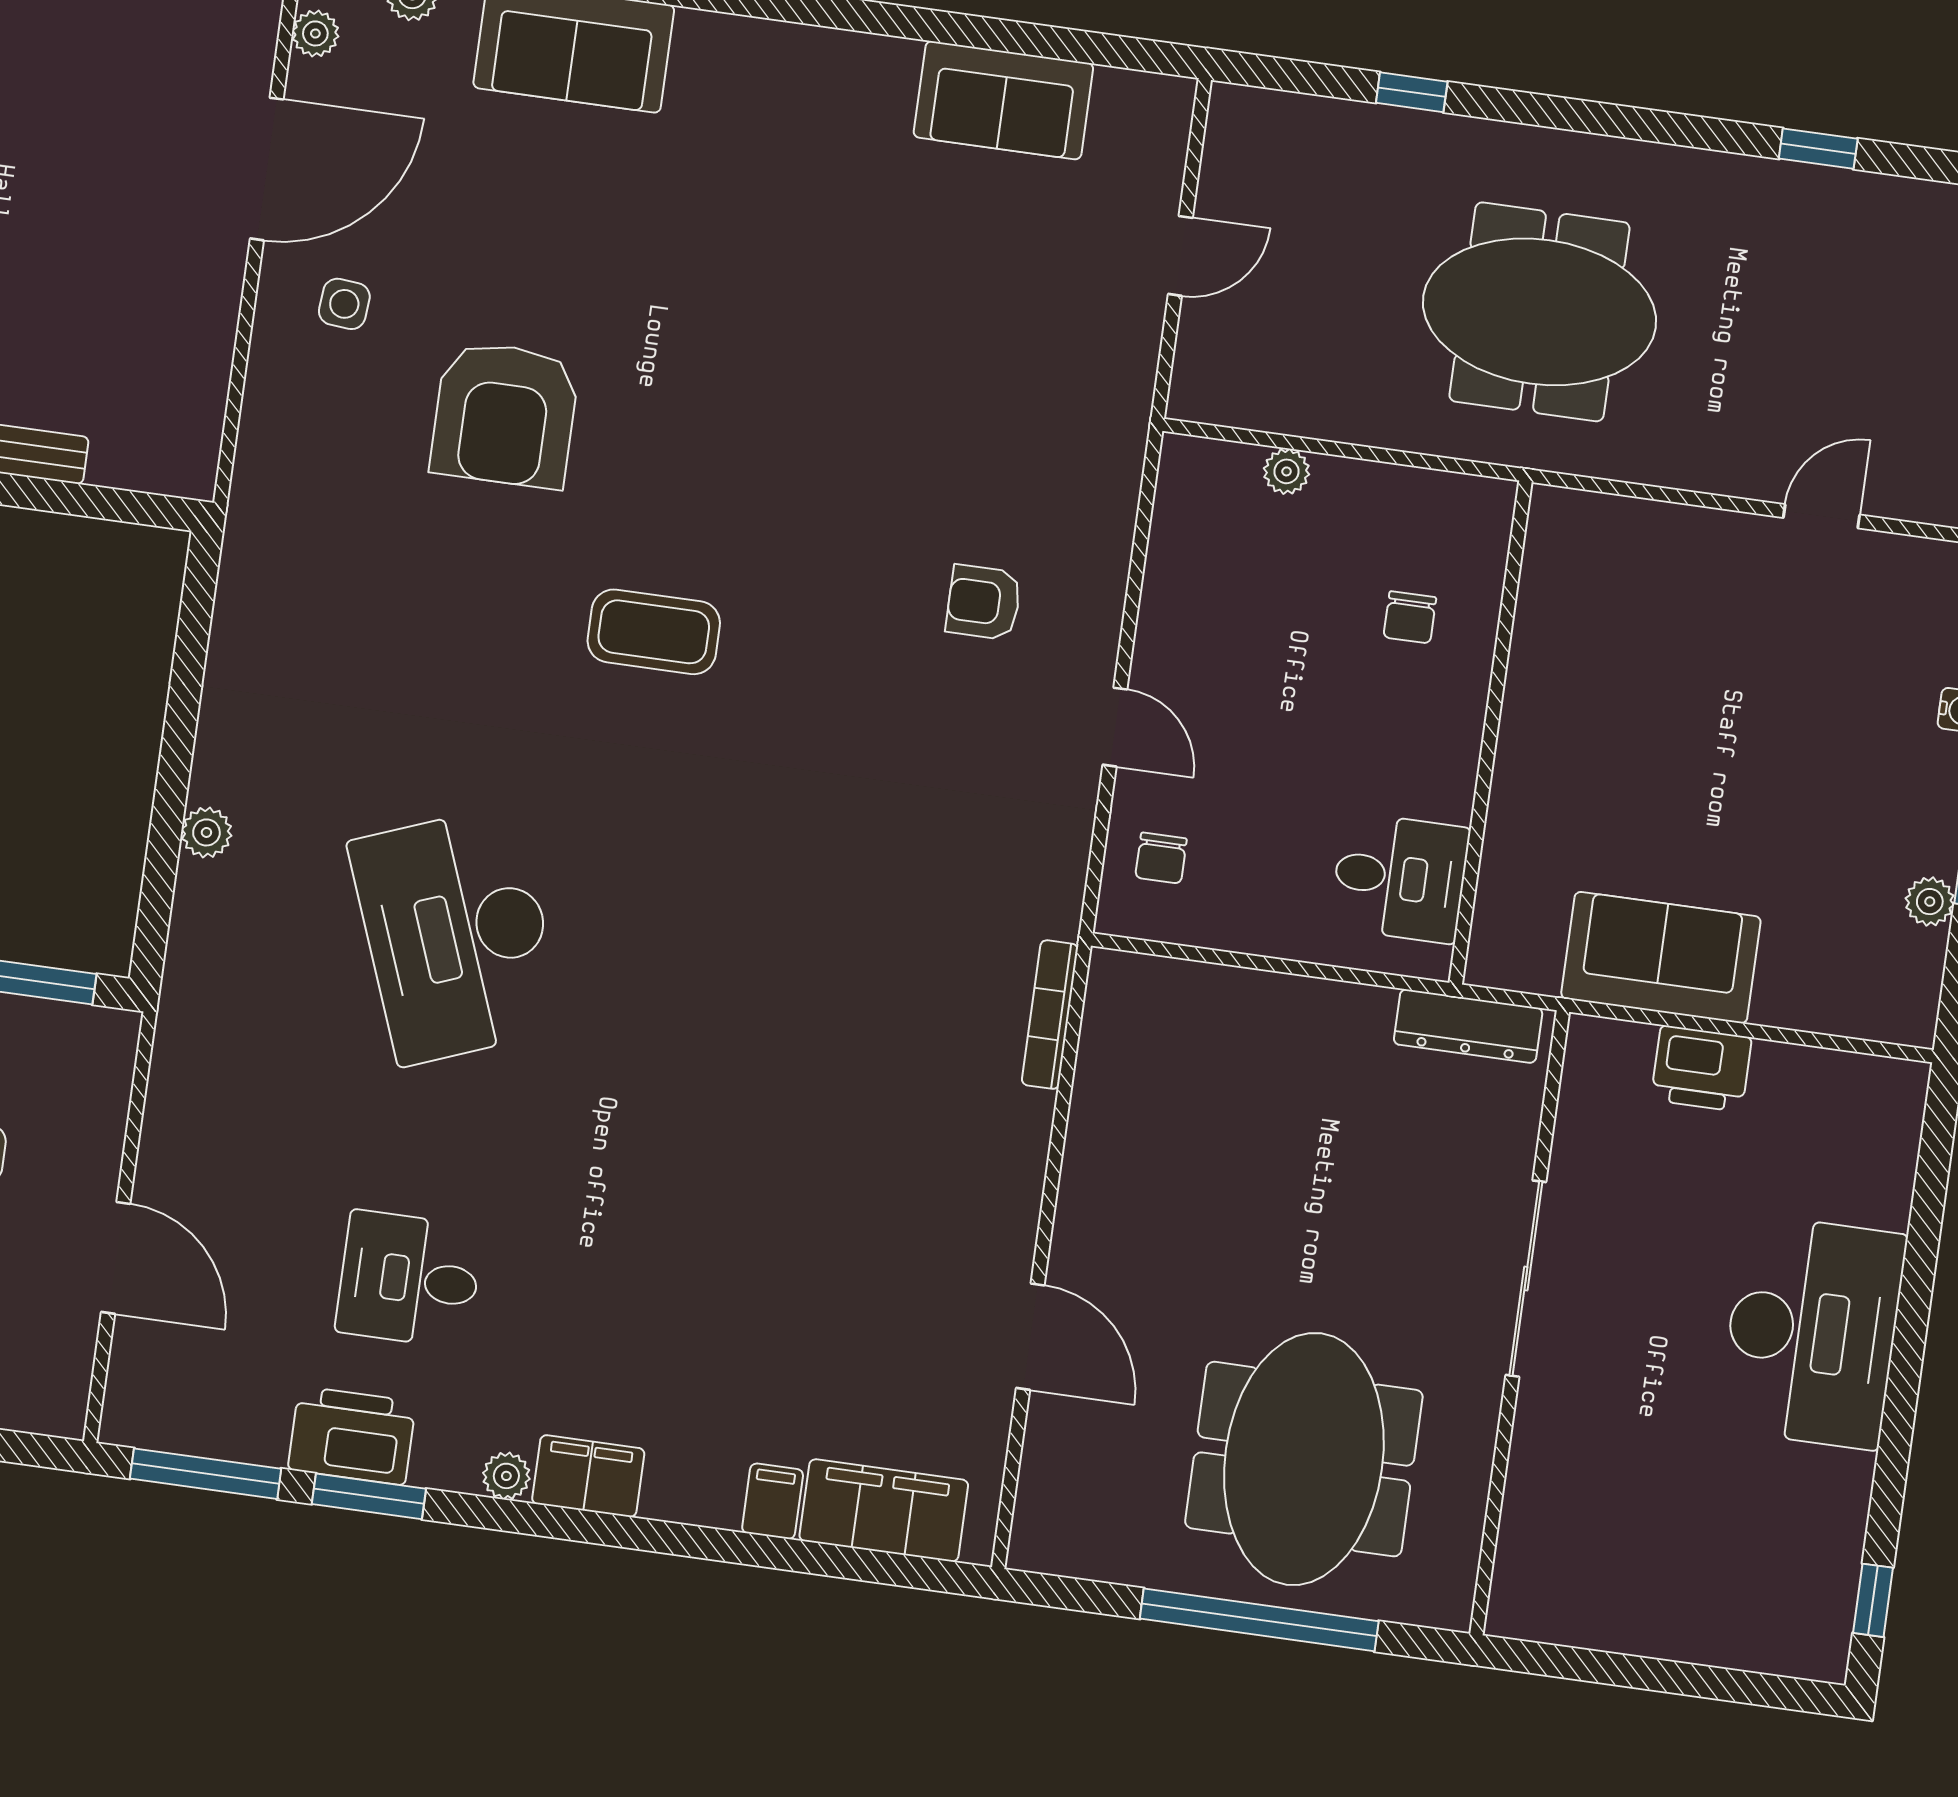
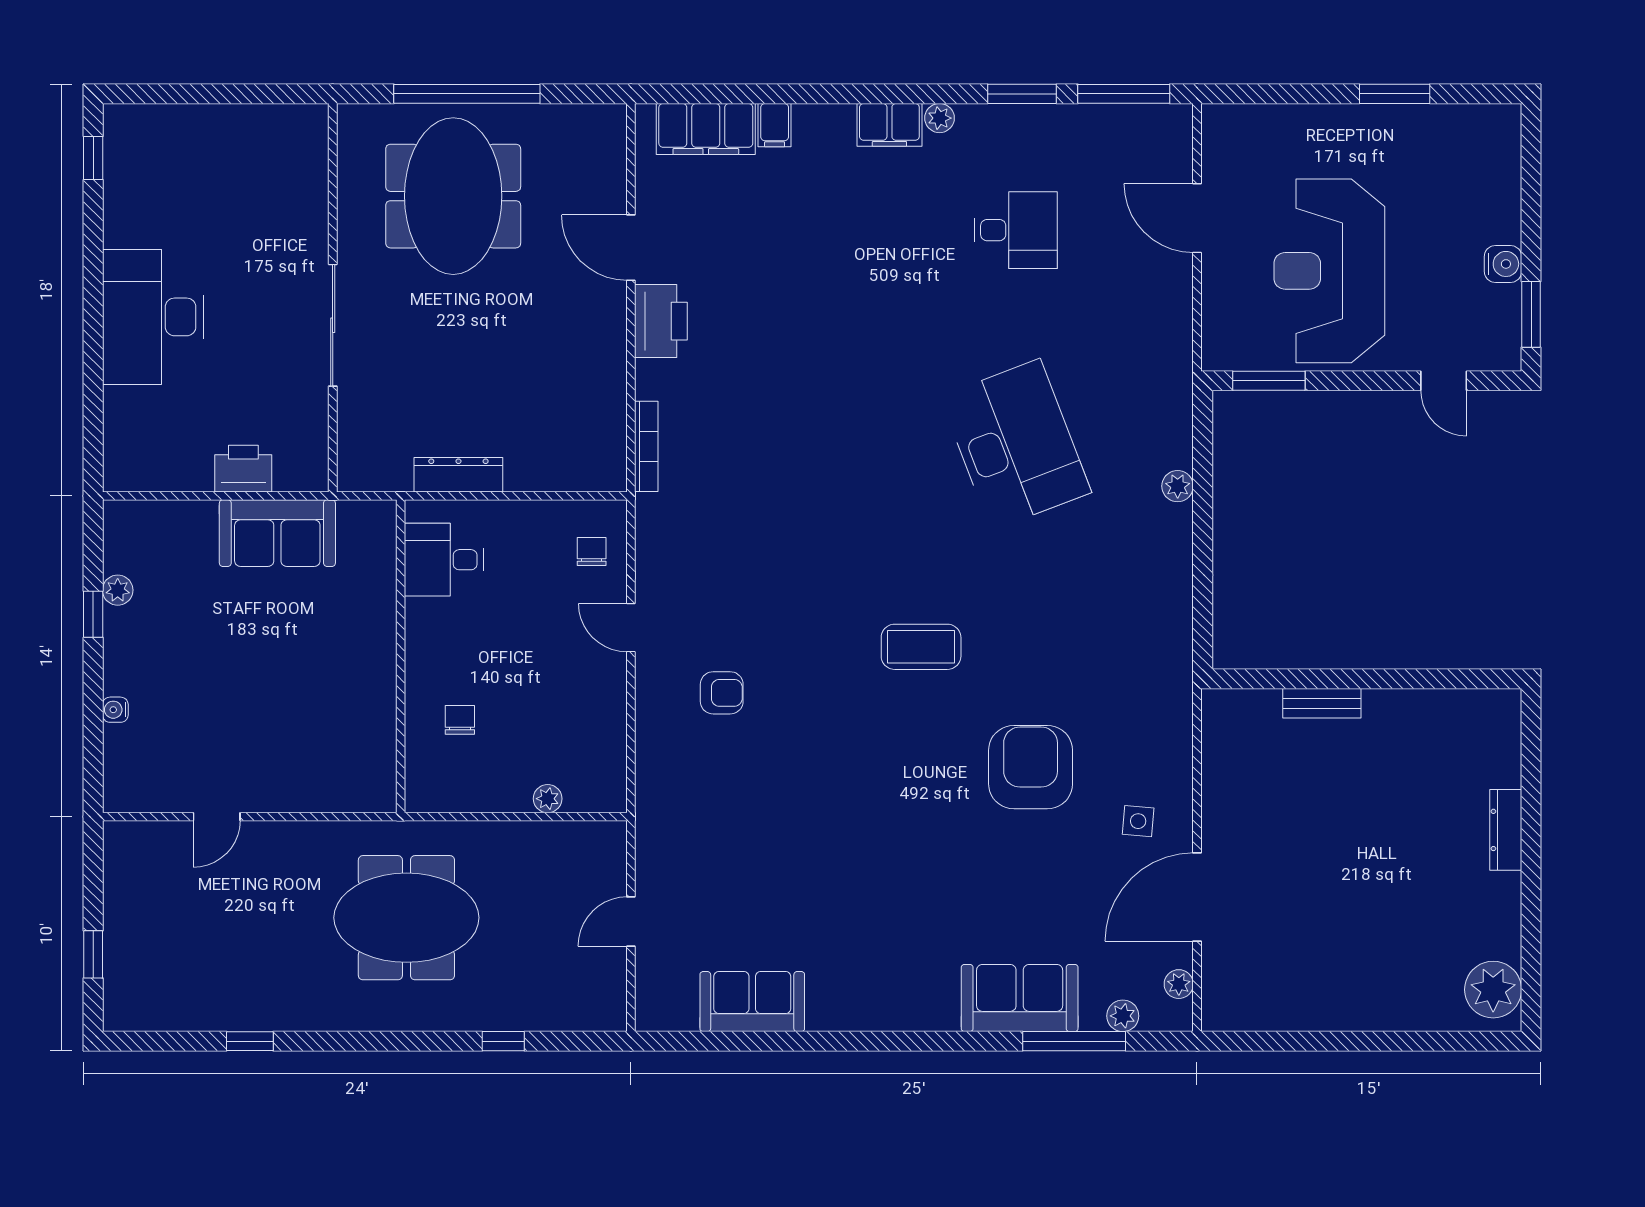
dresser: (1468, 1026) -> (458, 475), moved
printer: (352, 1436) -> (661, 321), moved, turned -90

